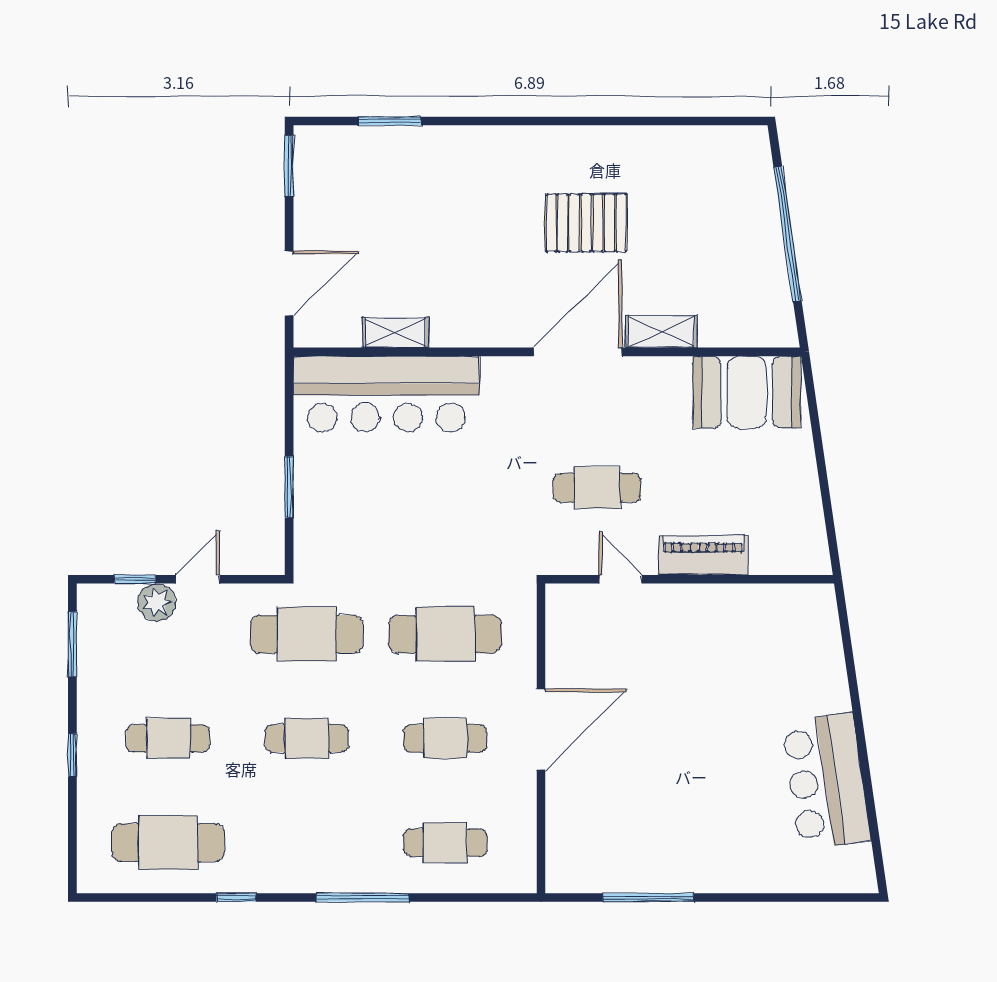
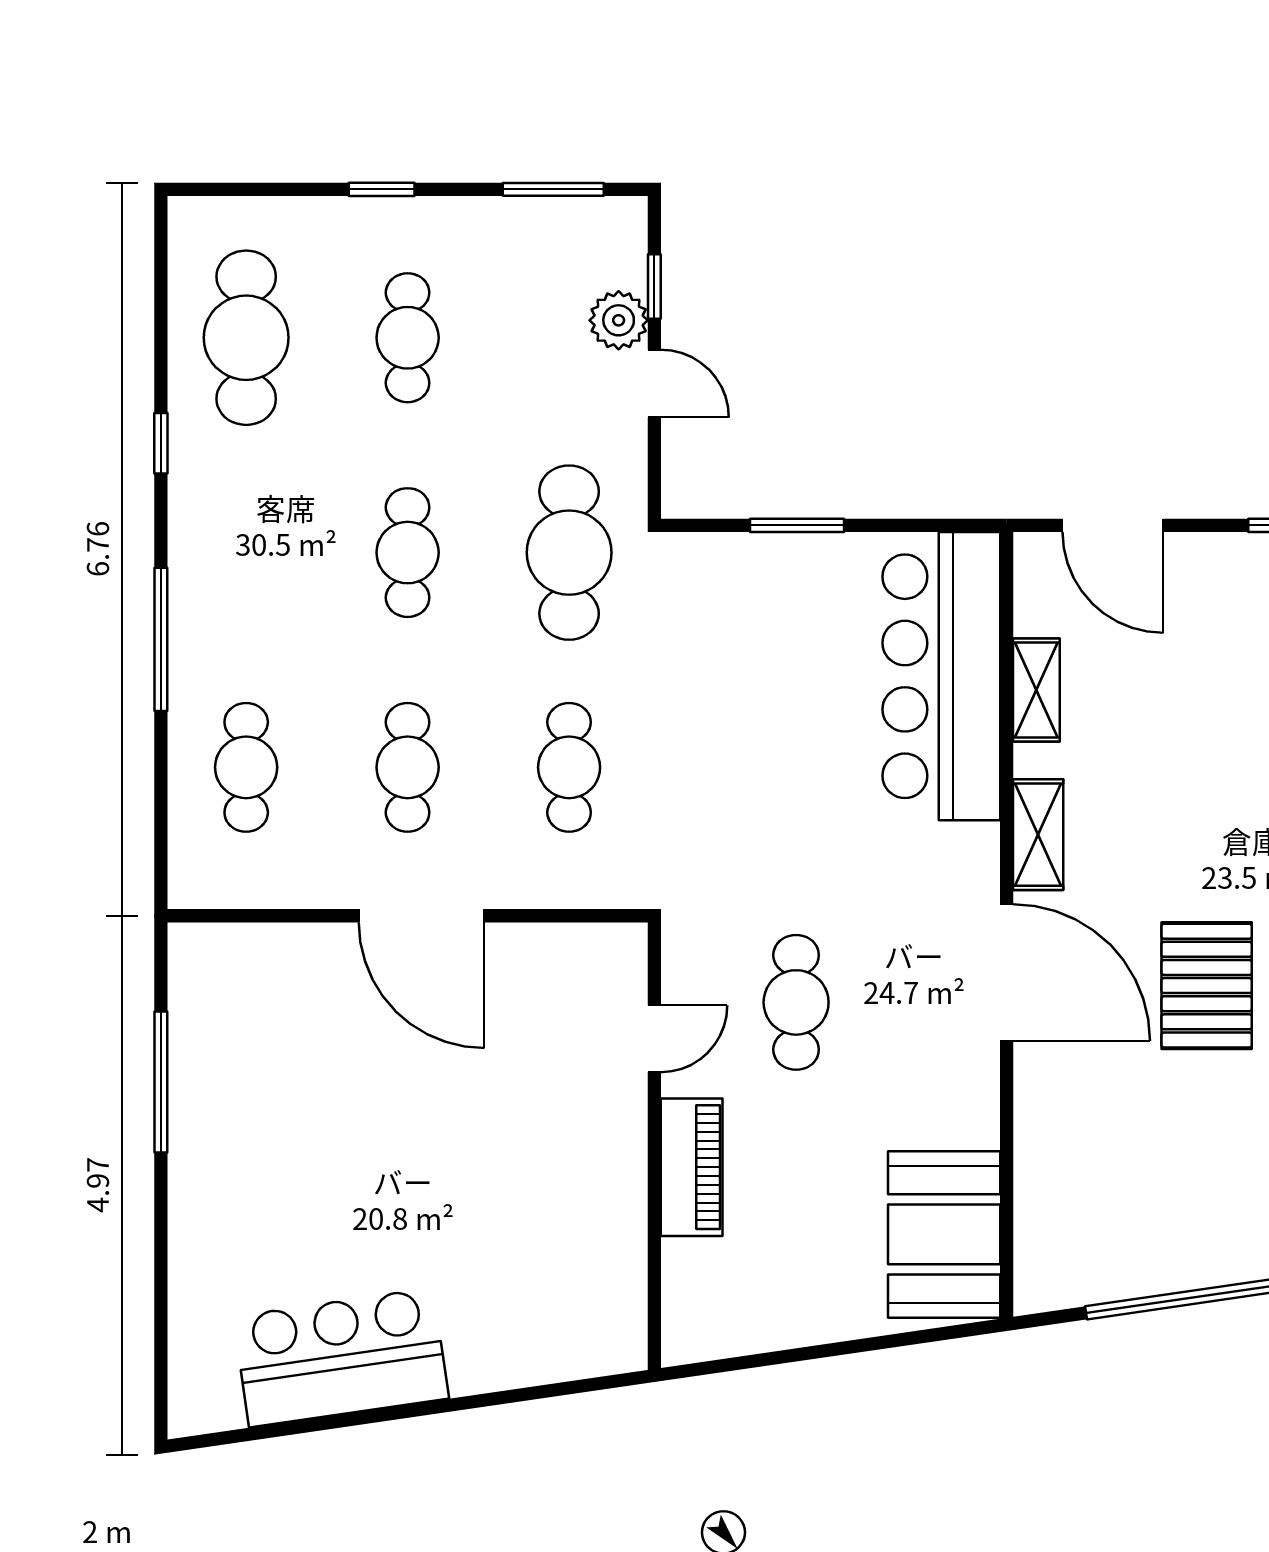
shelving: (661, 332) -> (1038, 835), moved
cafe table: (445, 634) -> (569, 767), width x0.73, depth x0.74

